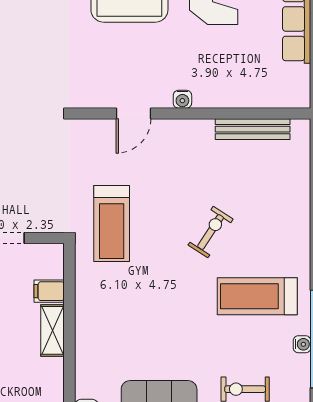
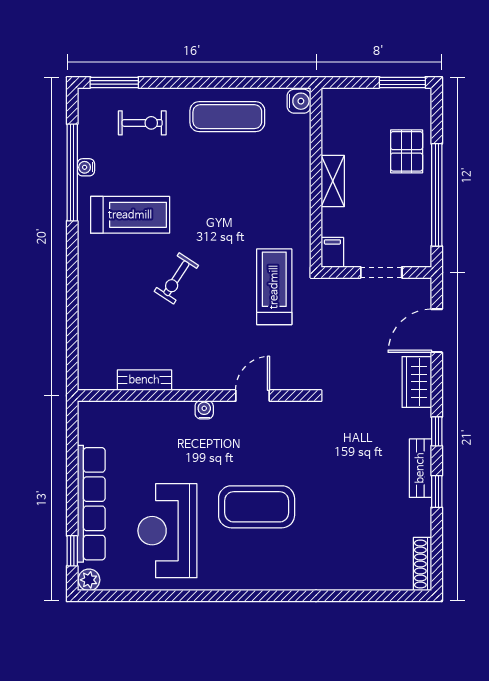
bench: (253, 129) -> (144, 380), width x0.73
filing cabinet: (49, 291) -> (332, 252), moved, turned -90

